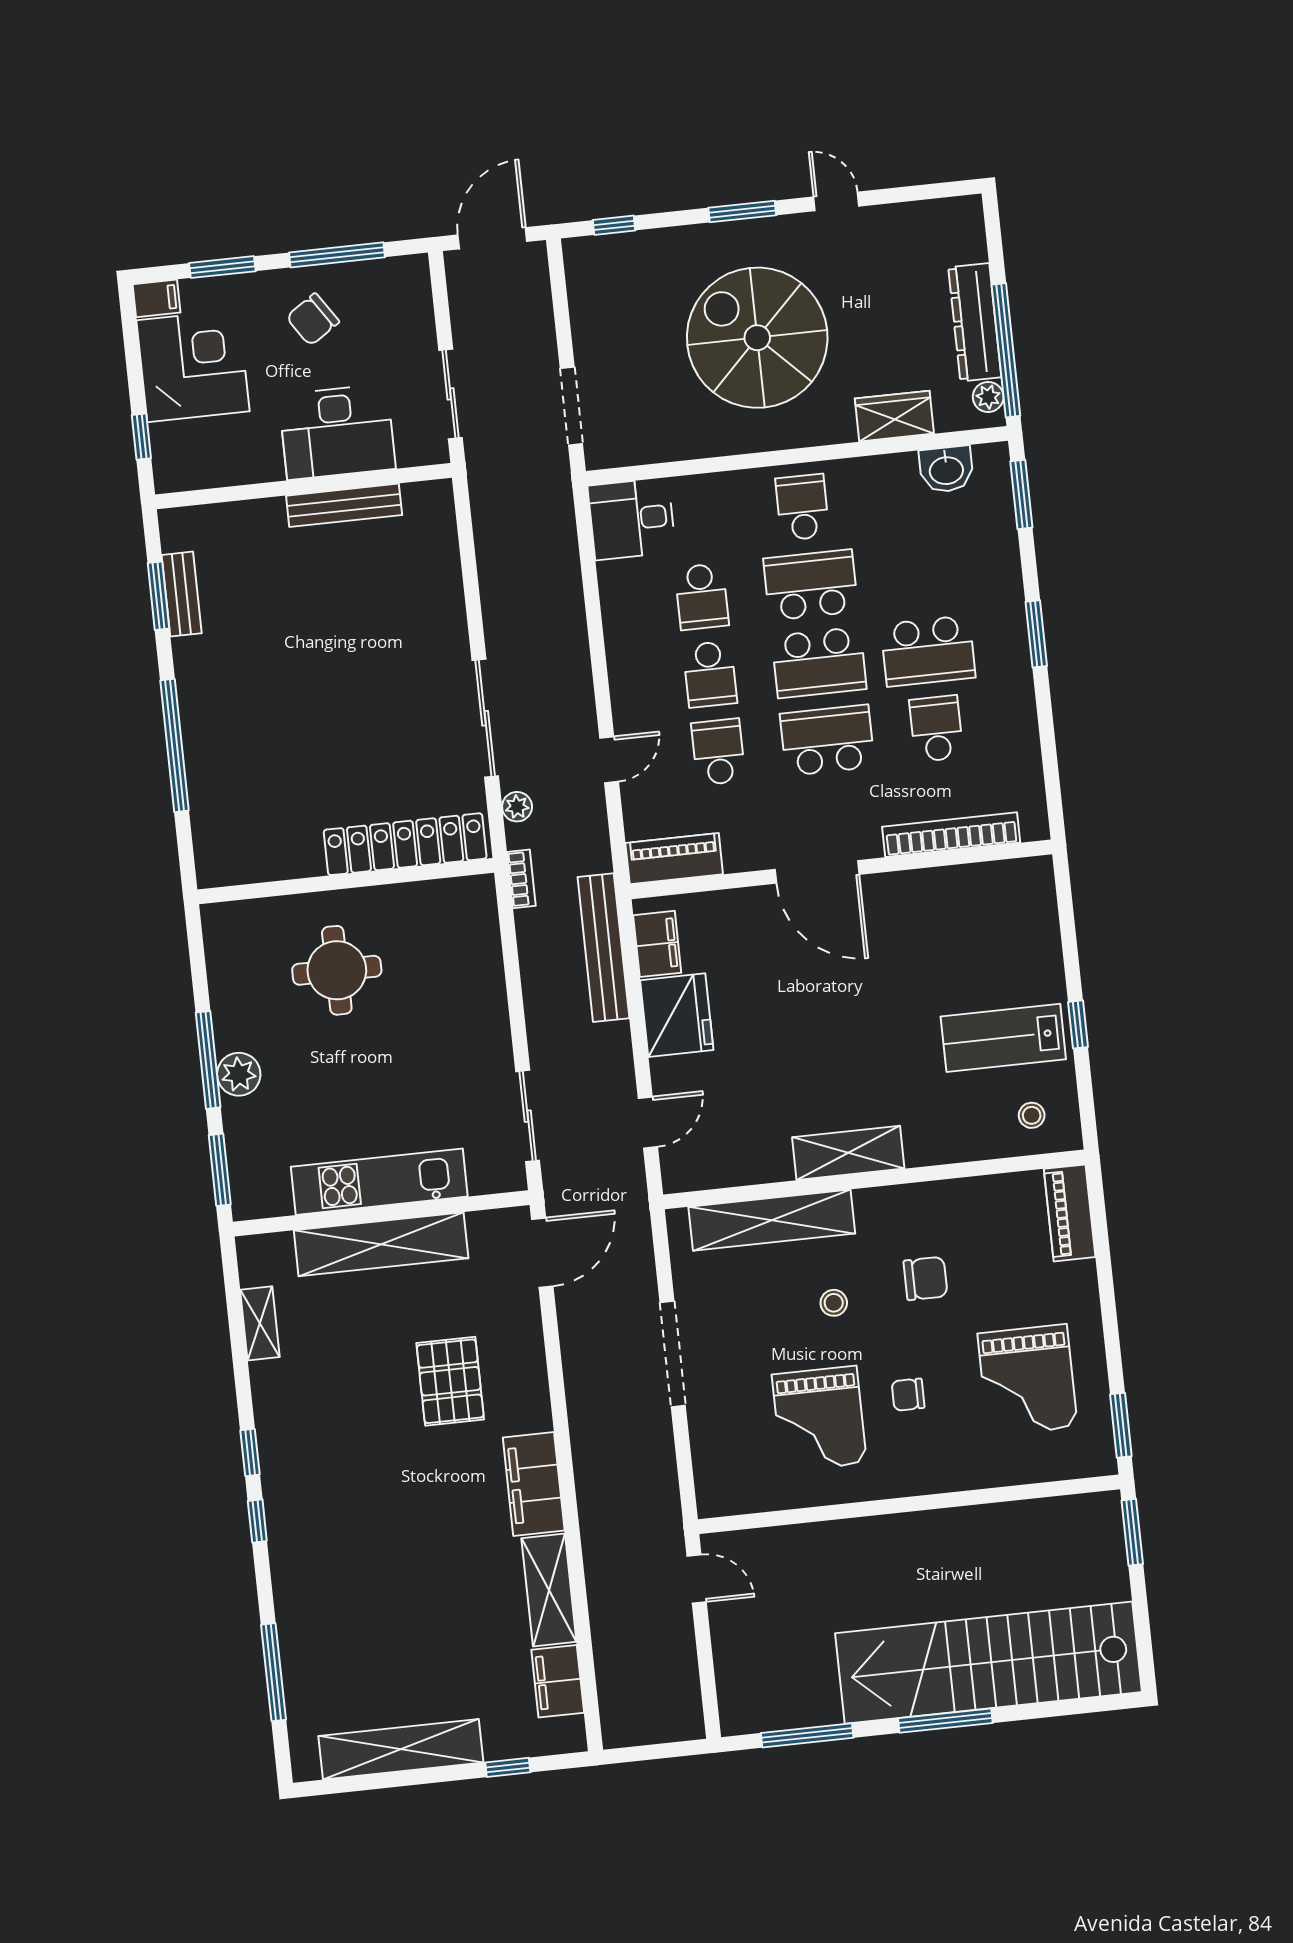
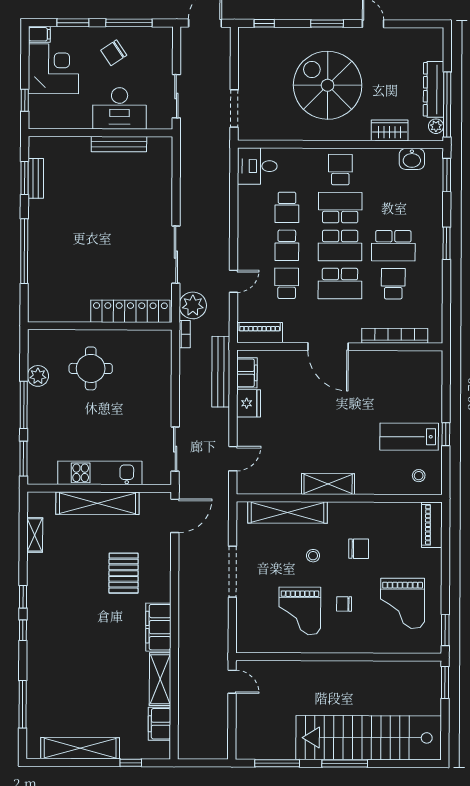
school desk: (827, 740) -> (340, 284), turned 180
plant: (517, 807) -> (193, 305), width x1.88, depth x1.88
fridge: (677, 1015) -> (249, 403), width x0.73, depth x0.75
plant: (239, 1074) -> (38, 376), moved

